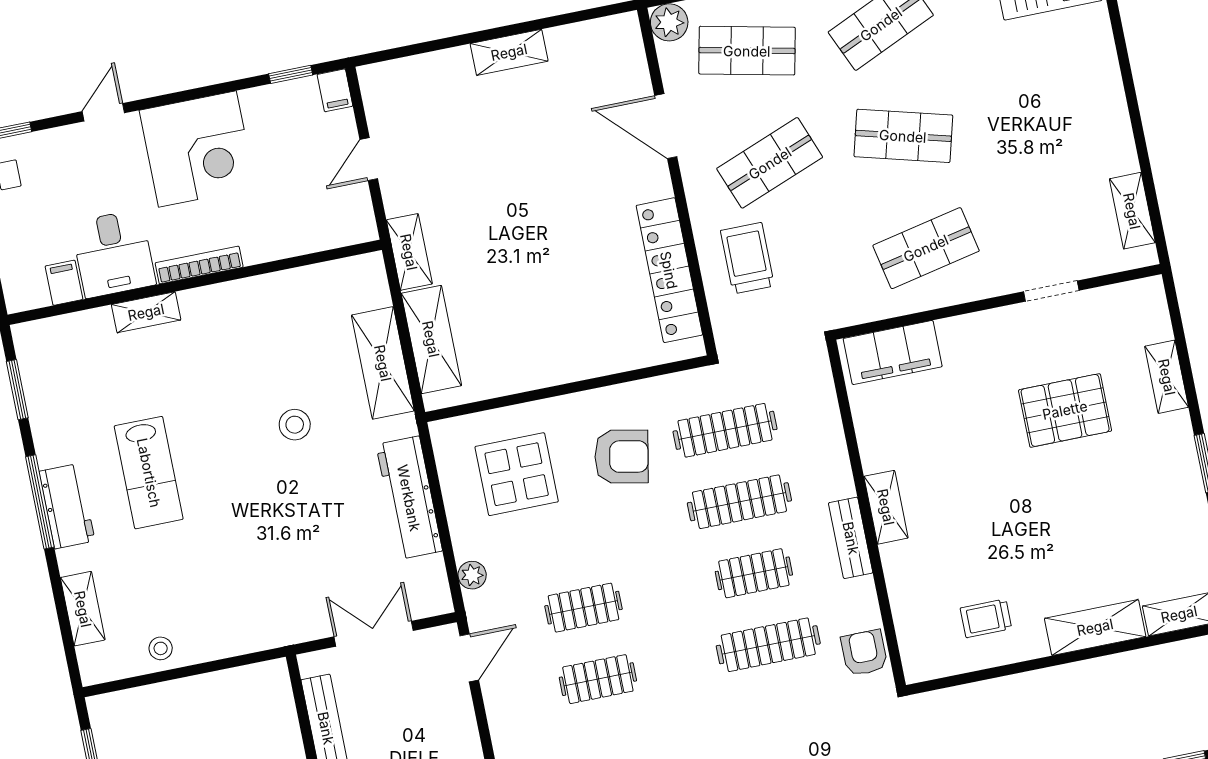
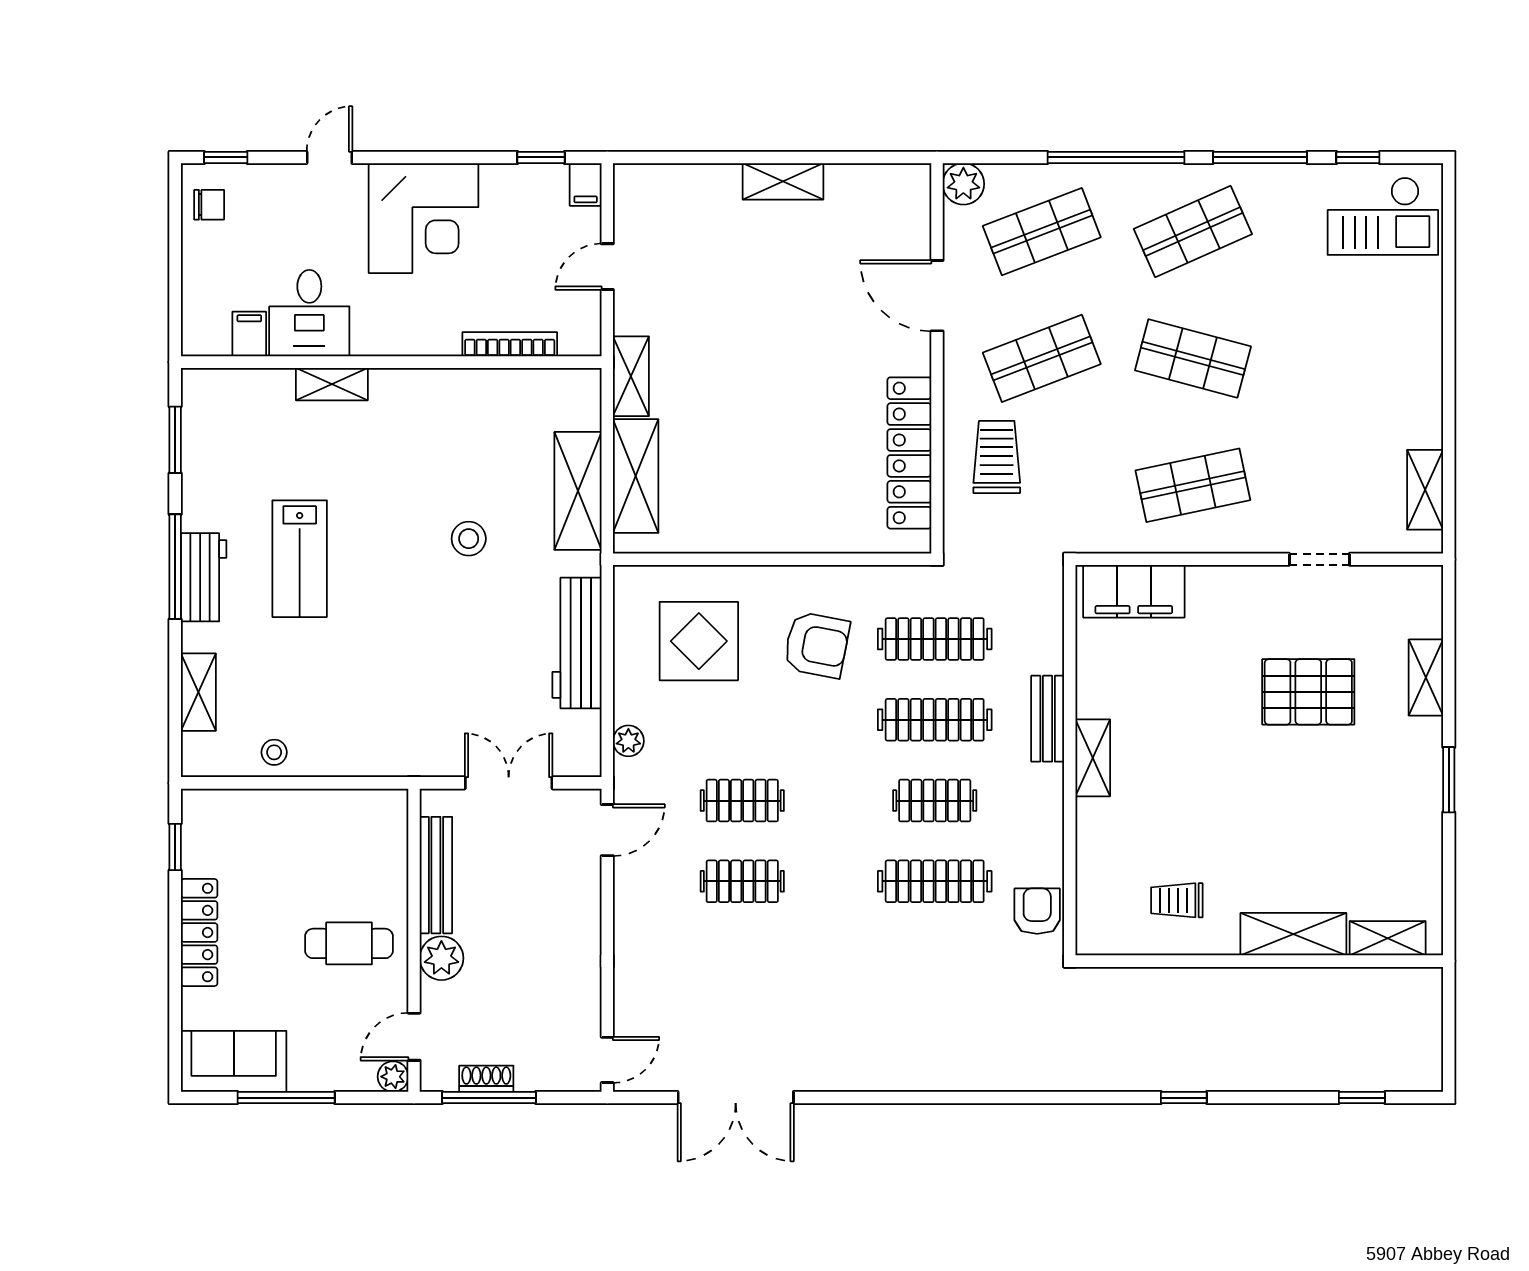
shop shelf: (747, 51) -> (1042, 232), turned -33
bookcase: (199, 265) -> (510, 344), moved
bench: (851, 538) -> (1048, 719), moved

